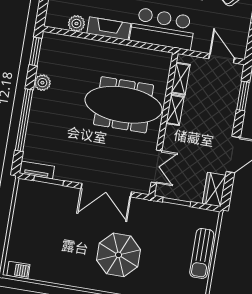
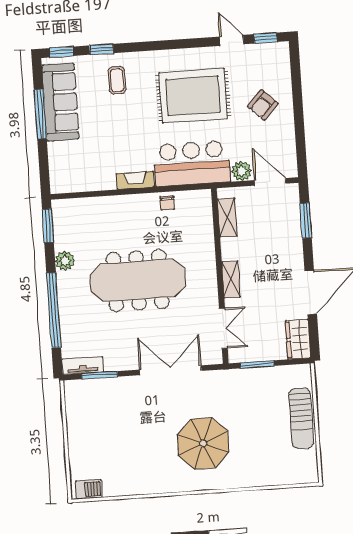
plant: (76, 24) -> (242, 171), moved
fireplace: (109, 29) -> (135, 180), width x0.73, depth x0.76
chair: (135, 56) -> (167, 203), added
meeting table: (124, 105) -> (138, 280), moved
shelving: (175, 110) -> (231, 279), moved
double door: (106, 190) -> (170, 370), swing flipped

